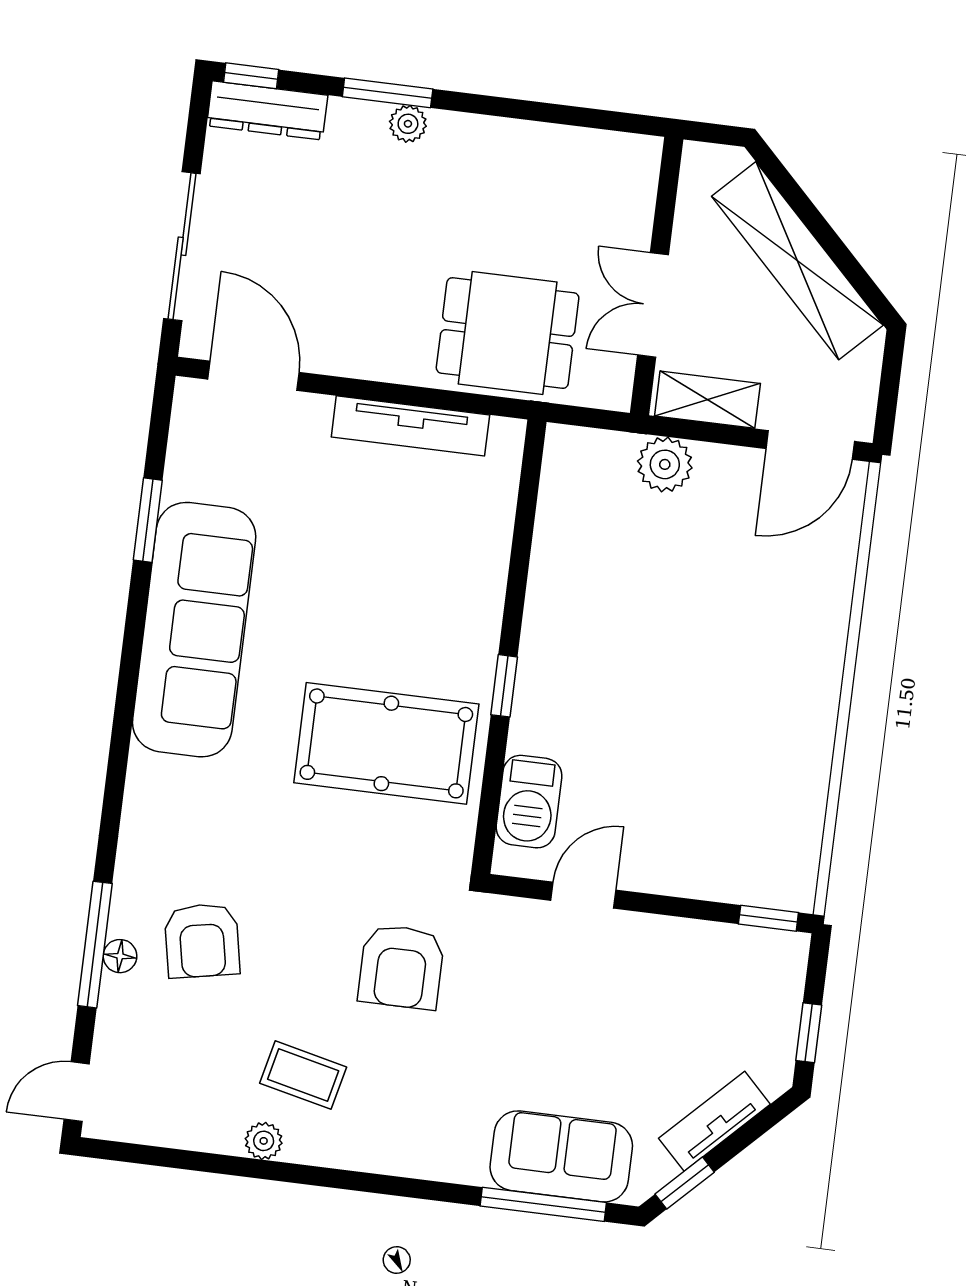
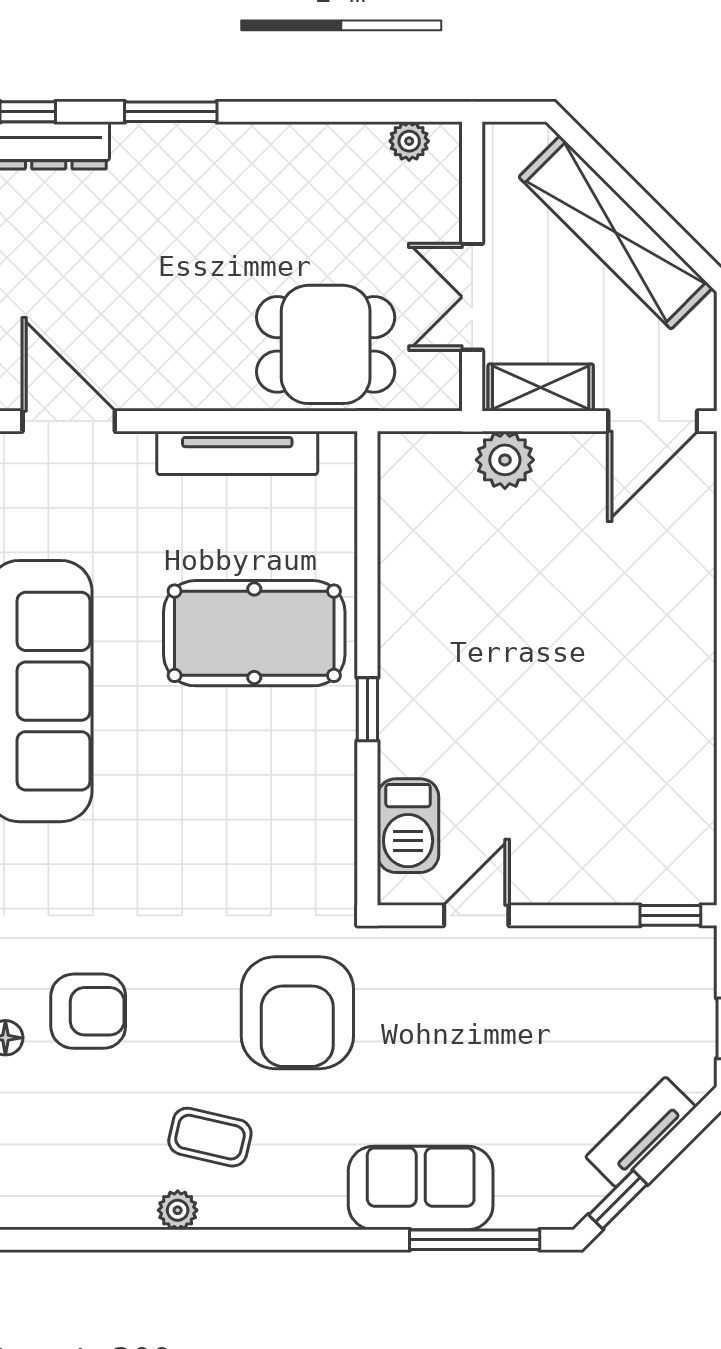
plant: (408, 124) -> (409, 141), moved
pool table: (386, 743) -> (254, 633), moved
armchair: (202, 941) -> (88, 1011), turned -79
armchair: (401, 967) -> (297, 1013), width x1.36, depth x1.36
sofa: (561, 1156) -> (421, 1188), moved

